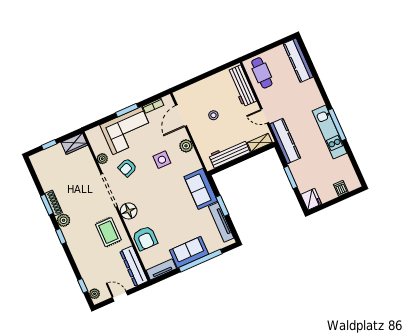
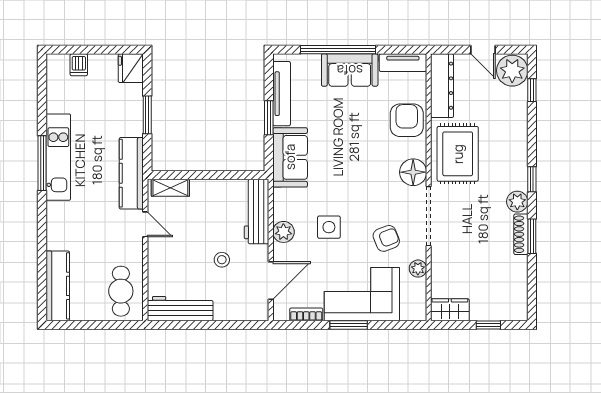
workbench: (242, 86) -> (180, 309), moved, turned -90
workbench: (229, 154) -> (257, 212), moved, turned 90
rug: (108, 232) -> (458, 154), width x1.36, depth x1.43
plant: (95, 294) -> (512, 71), width x1.87, depth x1.87

